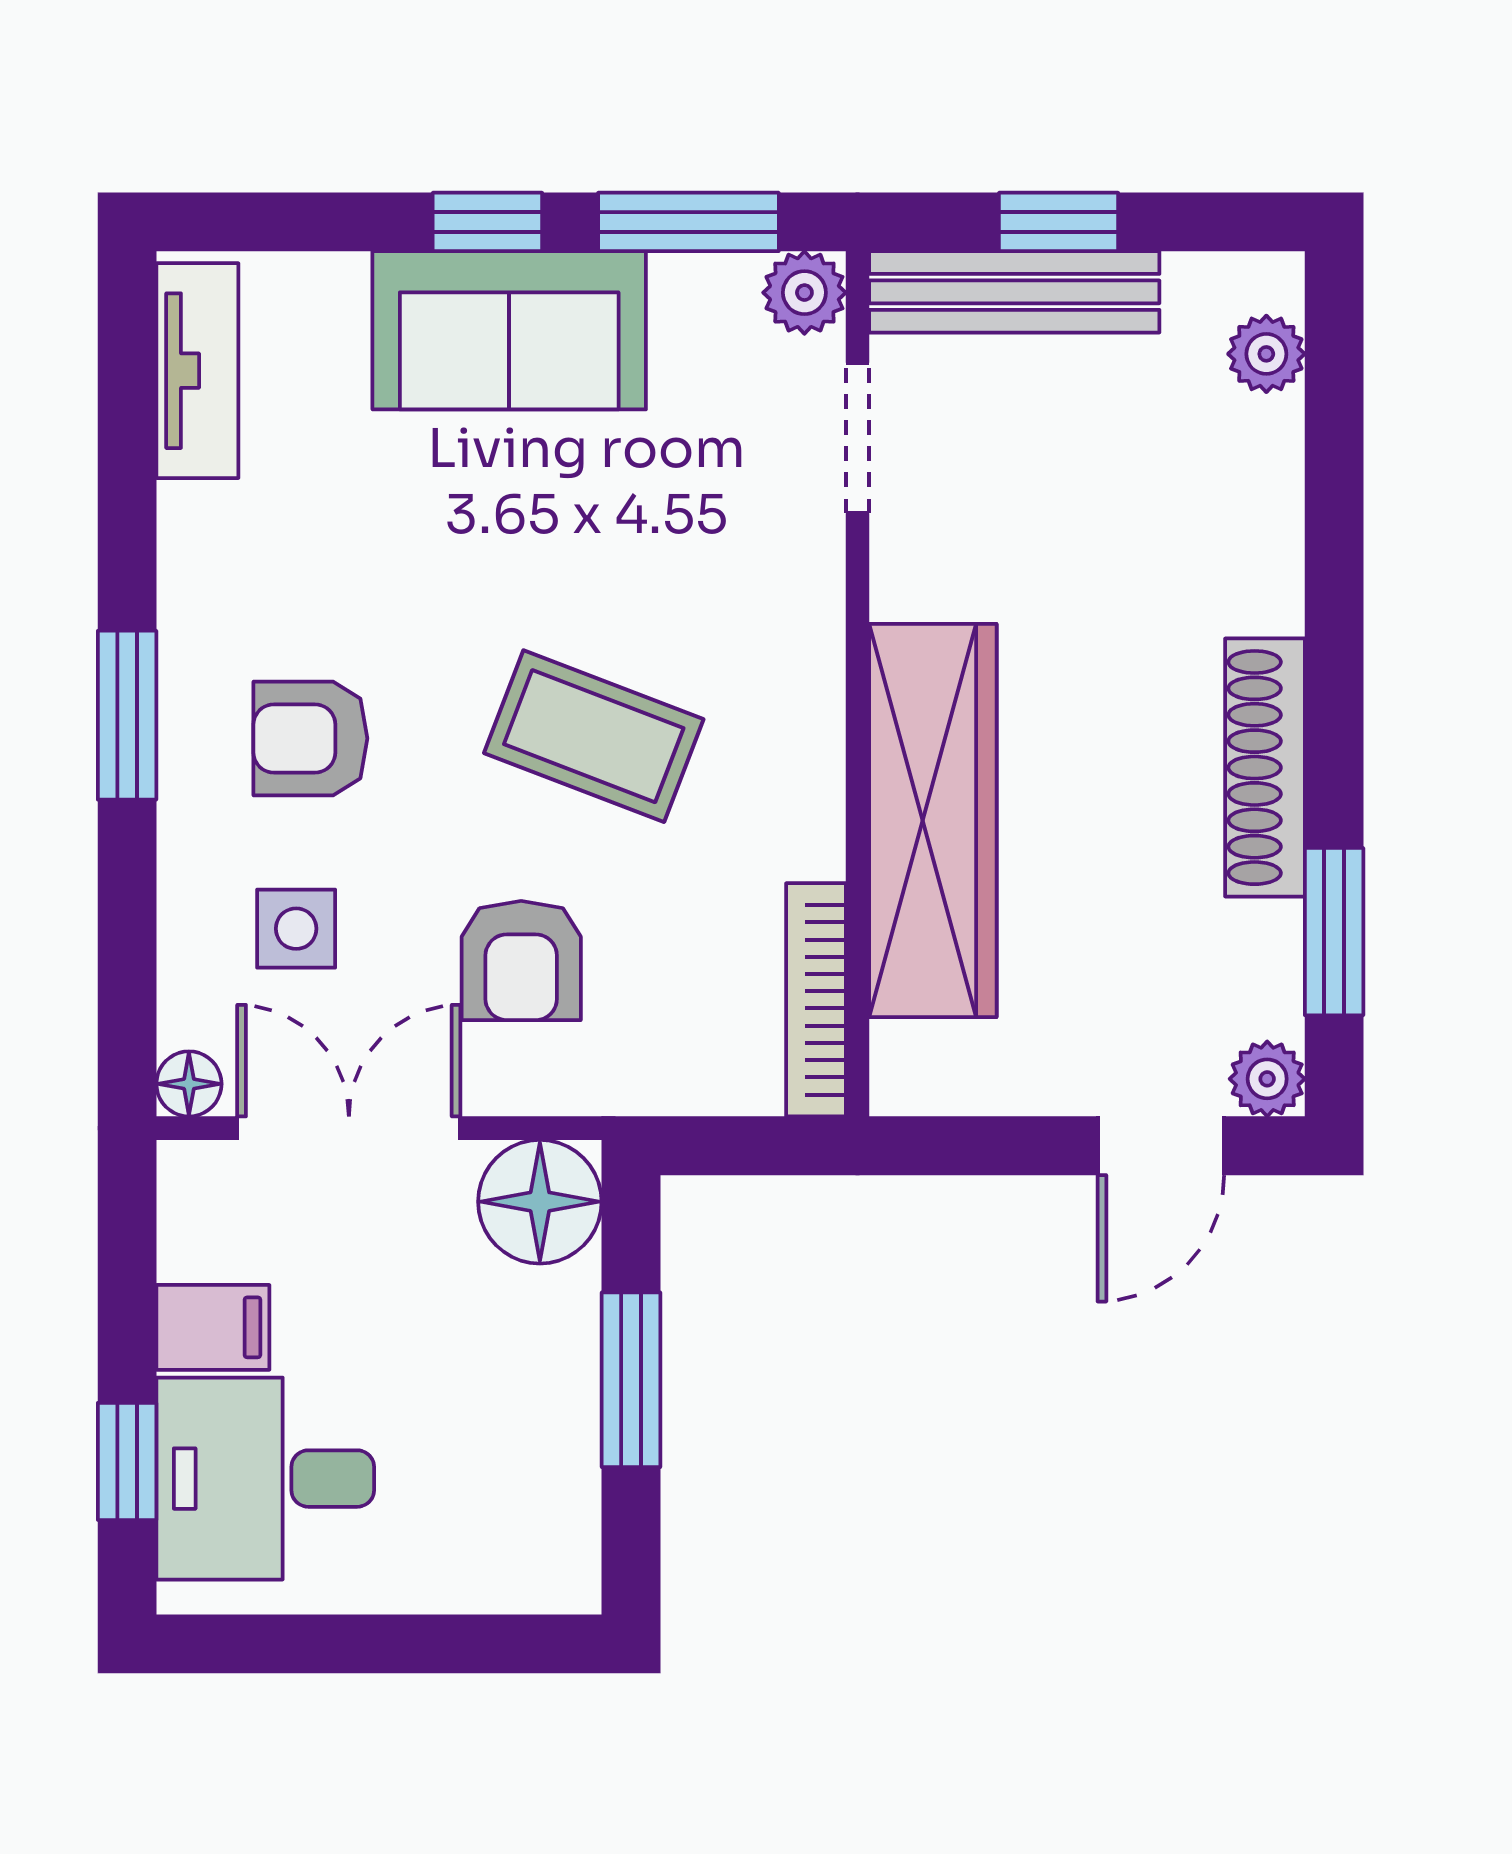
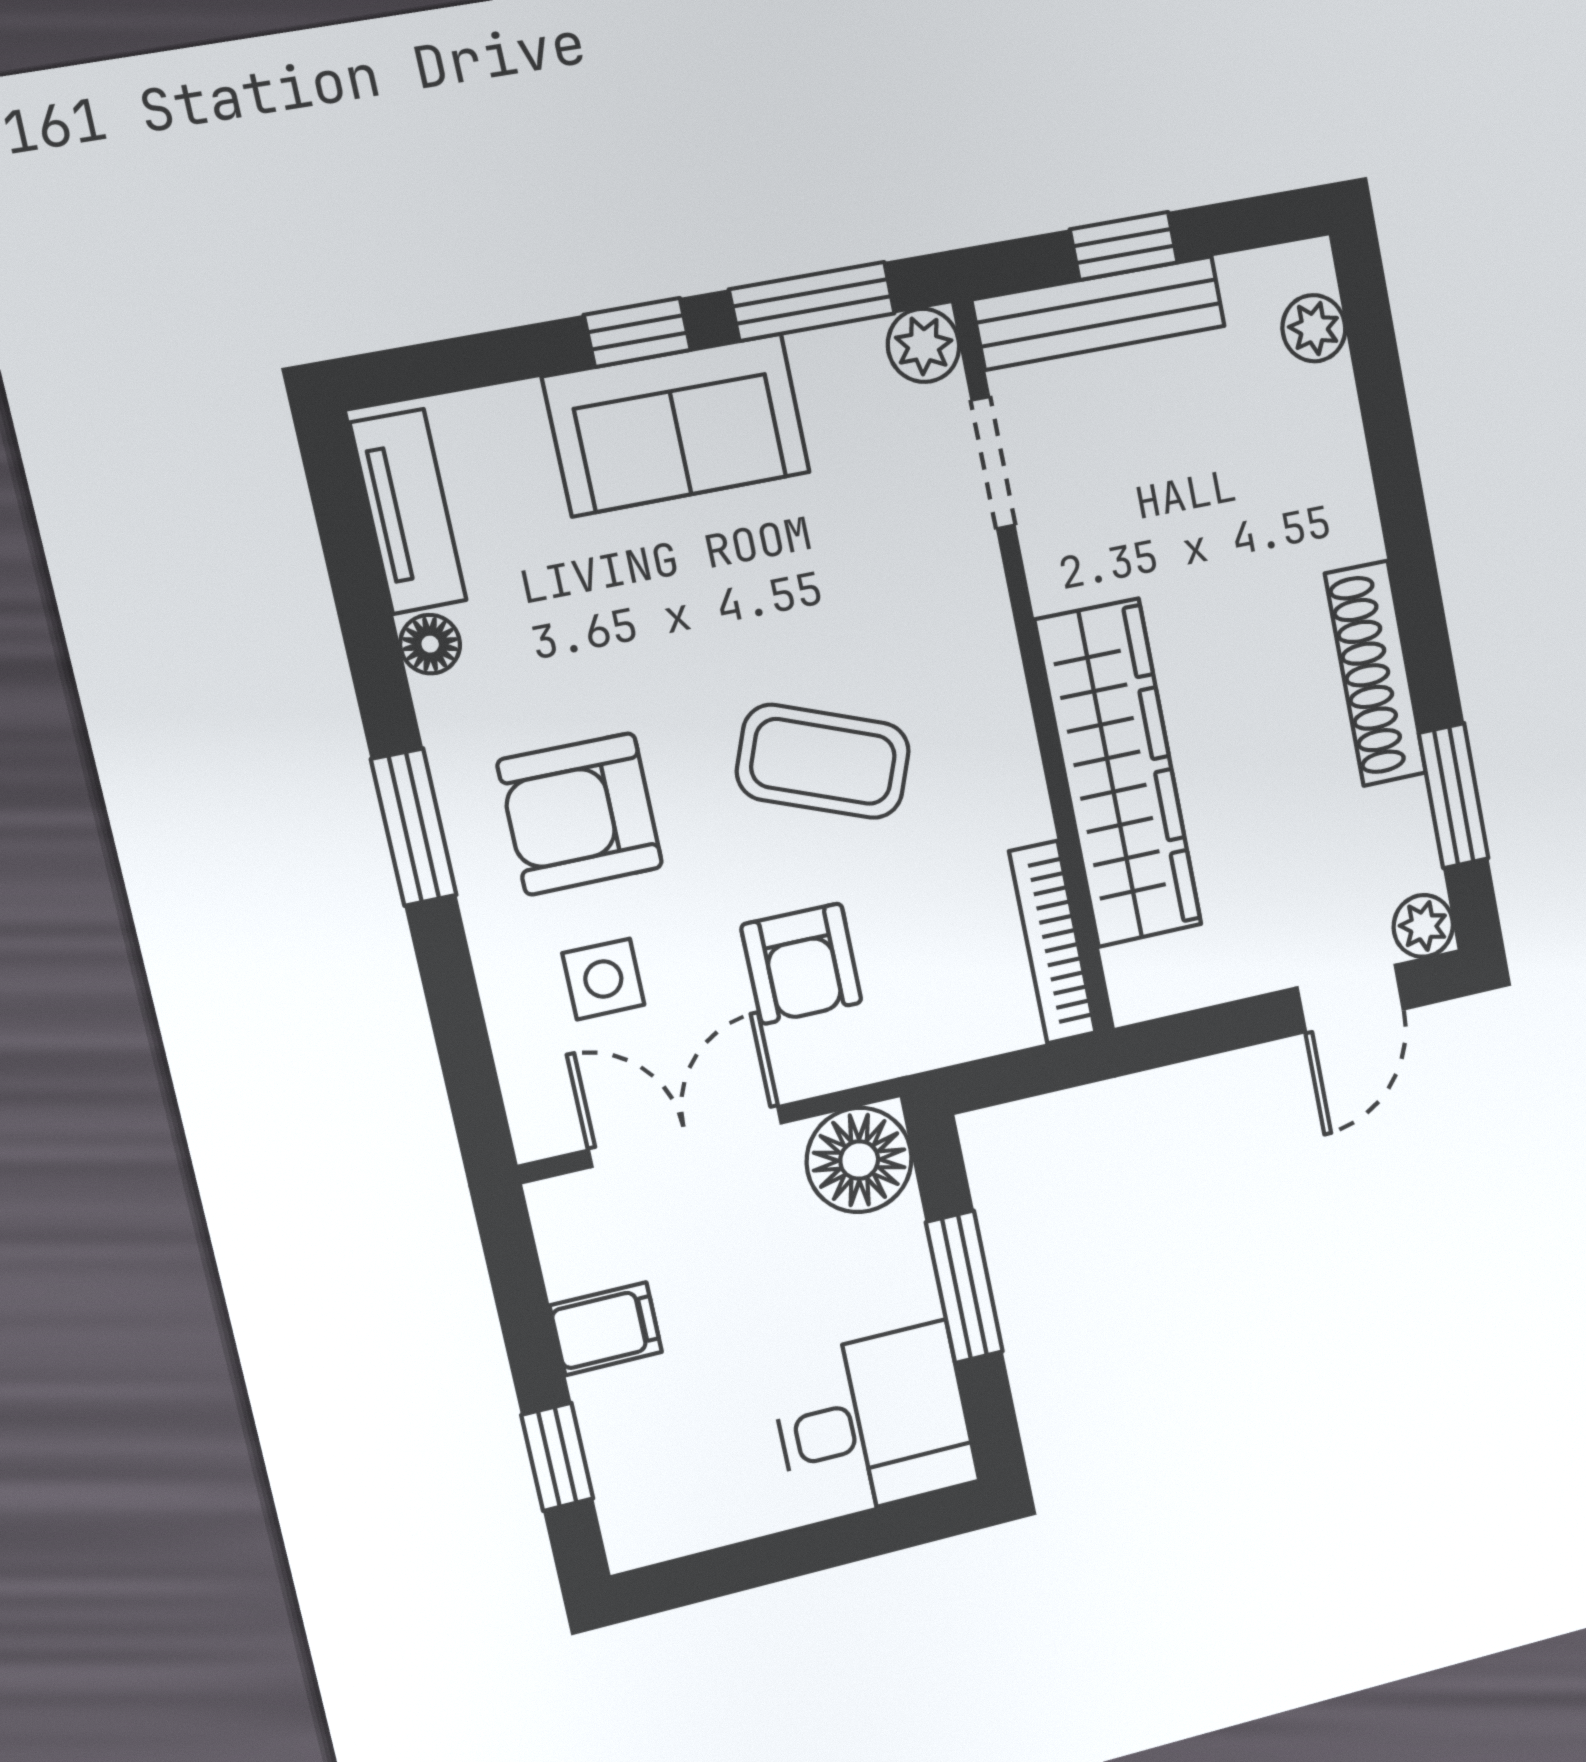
armchair: (310, 738) -> (580, 814), width x1.38, depth x1.38
floor lamp: (189, 1084) -> (430, 644), moved
desk: (265, 1479) -> (874, 1423), moved, turned 180

